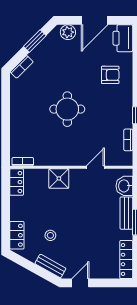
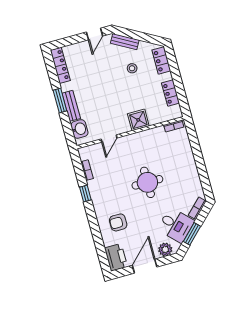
desk: (49, 55) -> (176, 225), added
locker: (17, 182) -> (170, 93), moved

